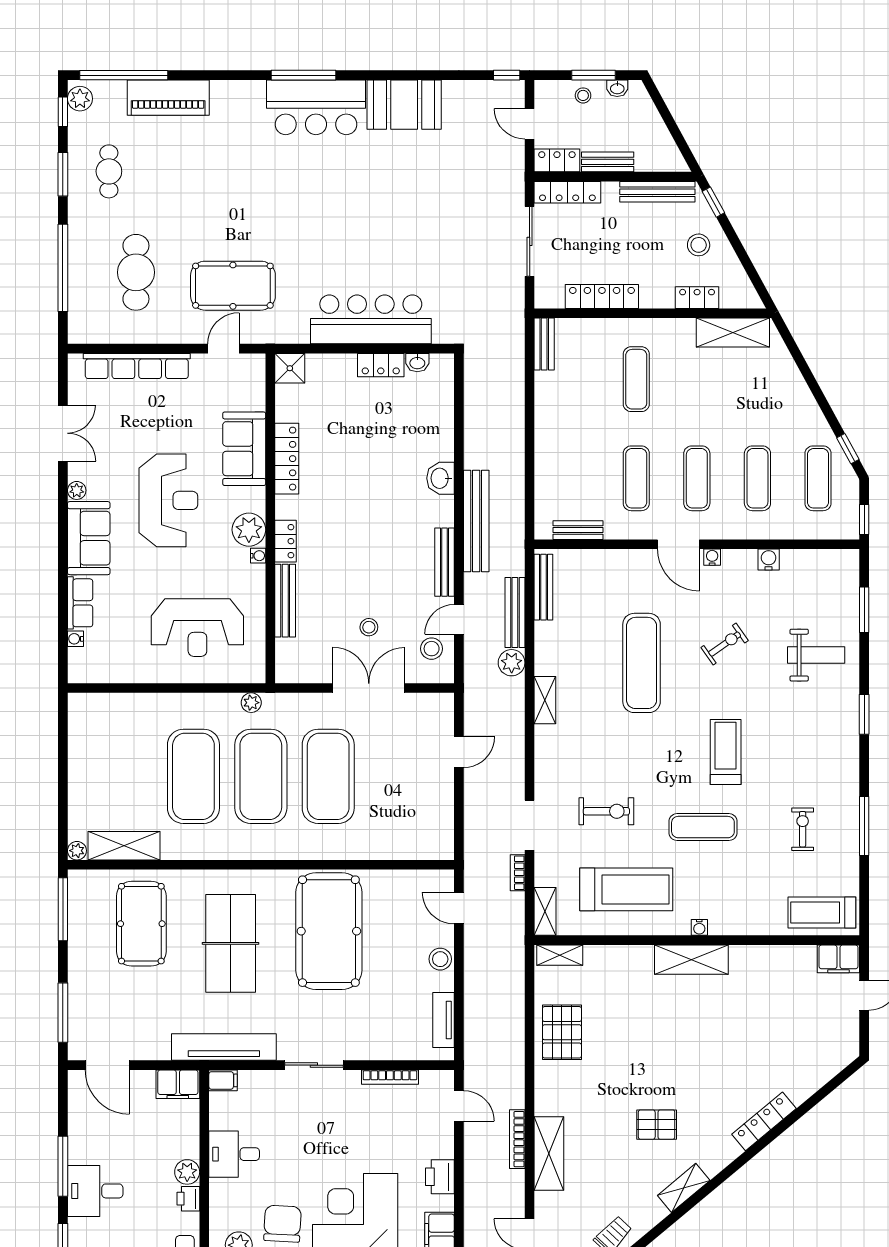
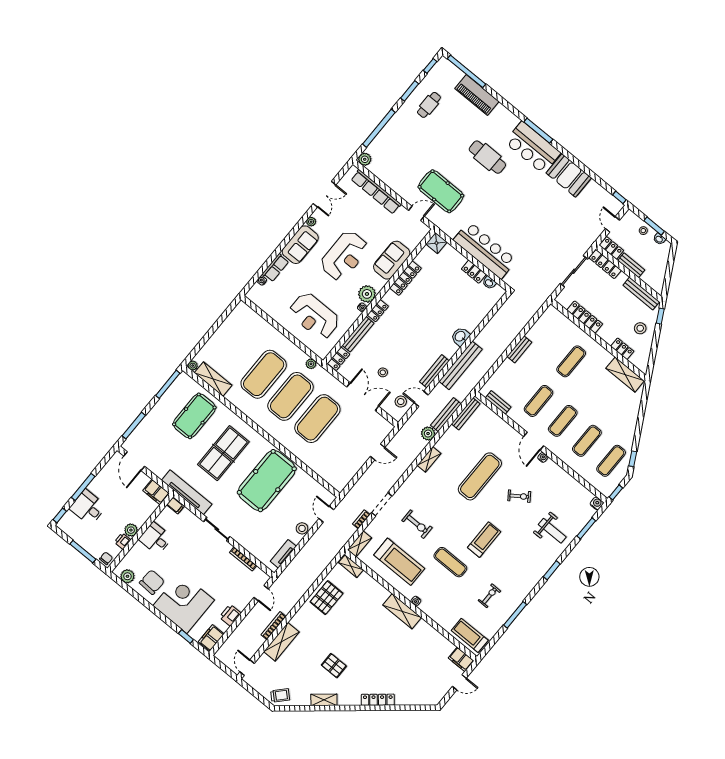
plant: (80, 99) -> (365, 159), moved
cafe table: (136, 272) -> (487, 157), moved, turned 90
bench: (544, 344) -> (519, 349), moved
water cooler: (769, 559) -> (597, 503), moved
locker: (286, 661) -> (339, 359), added

